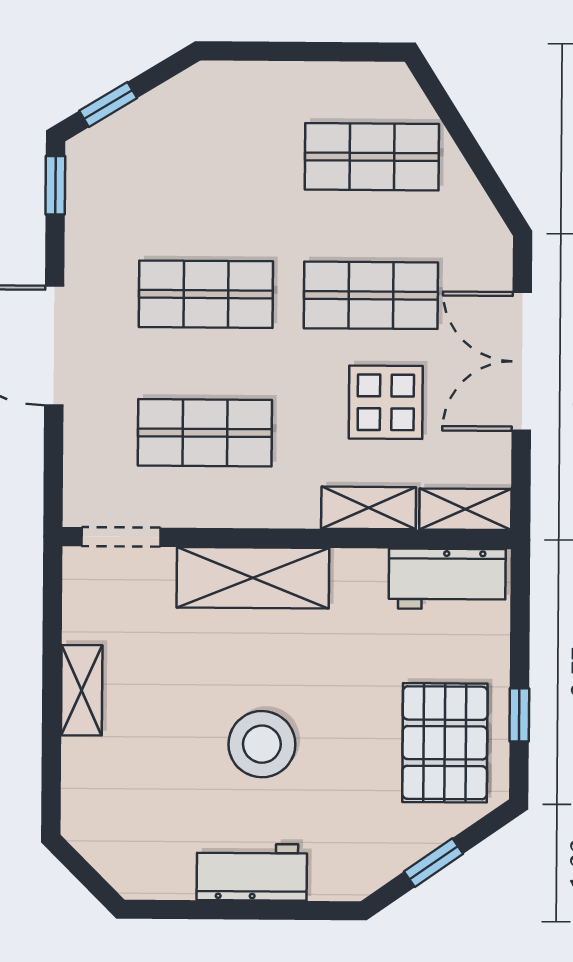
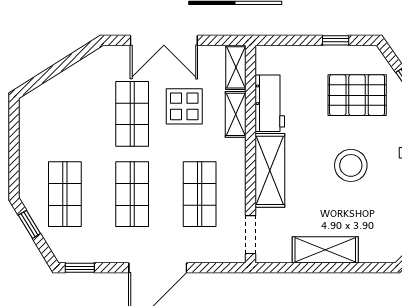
window: (108, 104) -> (29, 224), moved
shop shelf: (372, 157) -> (65, 194), moved
workbench: (447, 579) -> (270, 103), moved
shelving: (82, 690) -> (325, 250), width x1.50, depth x1.33
pallet: (445, 743) -> (357, 95), moved

